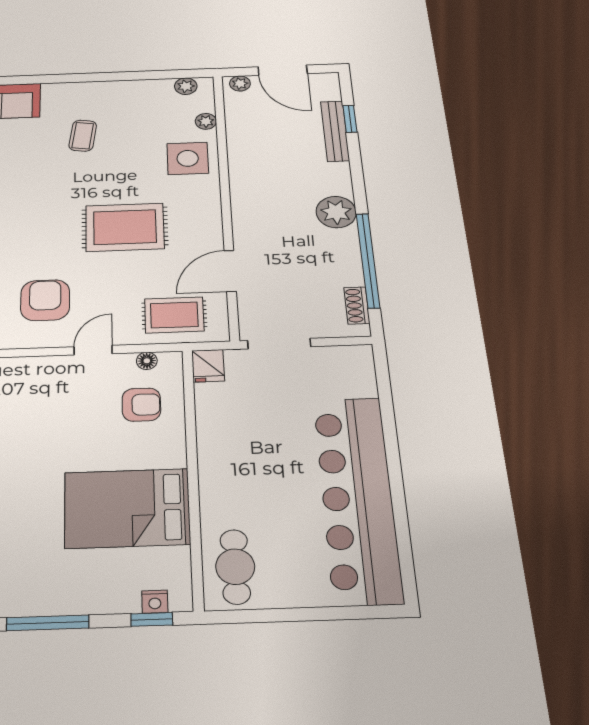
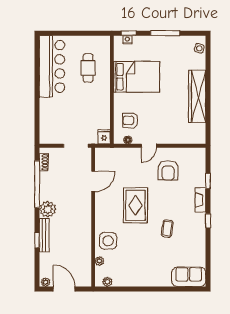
plant: (240, 83) -> (46, 282), moved
window: (350, 119) -> (37, 240), moved
bench: (335, 131) -> (44, 235), moved
coffee table: (83, 136) -> (167, 229), moved
rug: (125, 227) -> (135, 205), turned 90
rug: (174, 315) -> (116, 161), removed
bar counter: (357, 498) -> (52, 66), width x0.73
cafe table: (235, 567) -> (88, 68), moved

